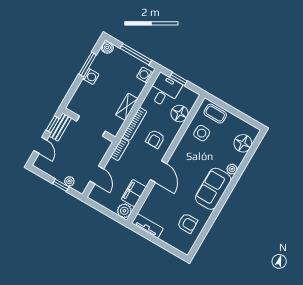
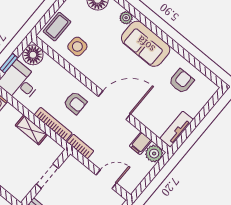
floor lamp: (180, 113) -> (33, 55), moved
doorway: (91, 126) -> (47, 176), width x0.73
door: (158, 172) -> (114, 105), width x1.36
filing cabinet: (134, 193) -> (141, 143), width x0.50

